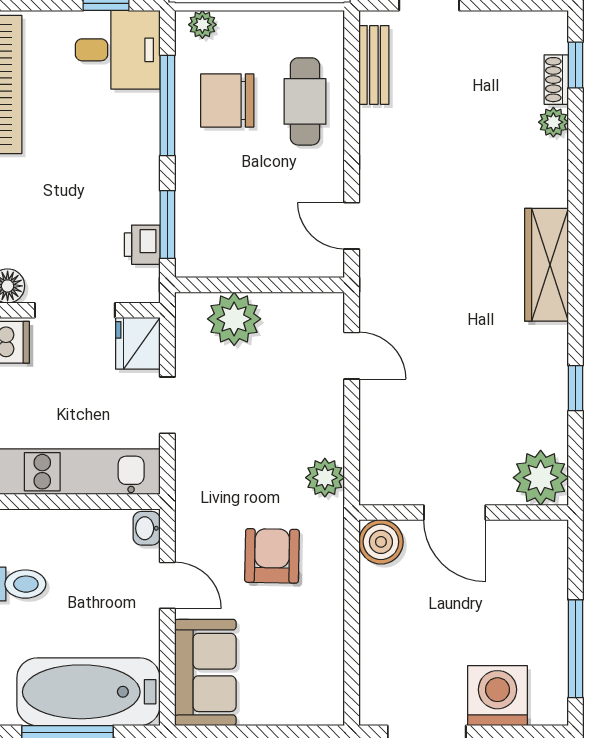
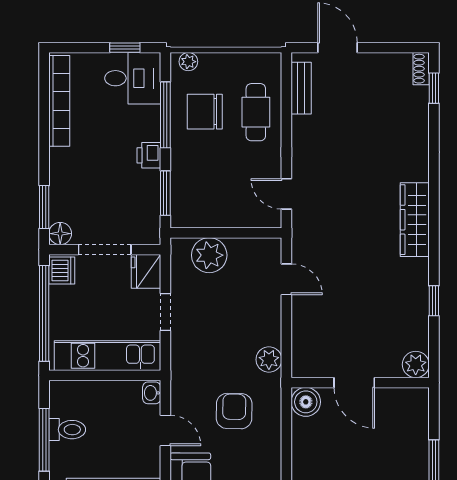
shoe rack: (556, 80) -> (421, 69), moved
plant: (553, 122) -> (419, 126), removed
printer: (142, 245) -> (149, 155), moved
plant: (541, 478) -> (416, 364), width x0.73, depth x0.73

